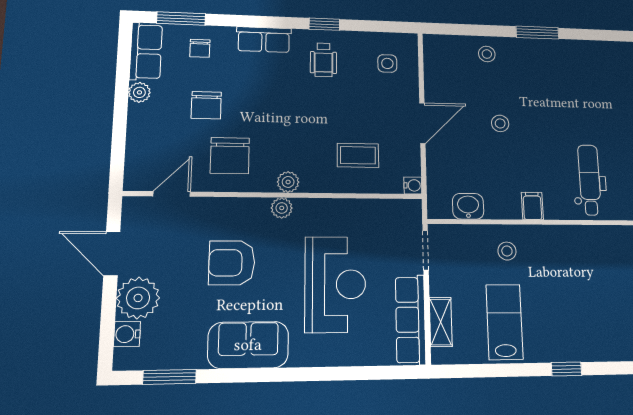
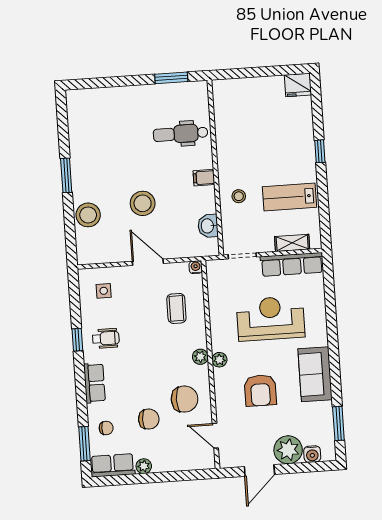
stool: (487, 54) -> (88, 215), width x1.89, depth x1.89
stool: (500, 123) -> (143, 203), width x1.89, depth x1.89

